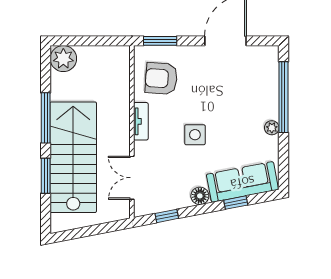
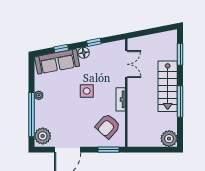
plant: (266, 63) -> (43, 136), added
armchair: (161, 78) -> (108, 126), turned 128
stairs: (73, 157) -> (168, 86), width x0.73, depth x0.66
window: (46, 176) -> (180, 54), moved
window: (167, 216) -> (94, 42), moved

